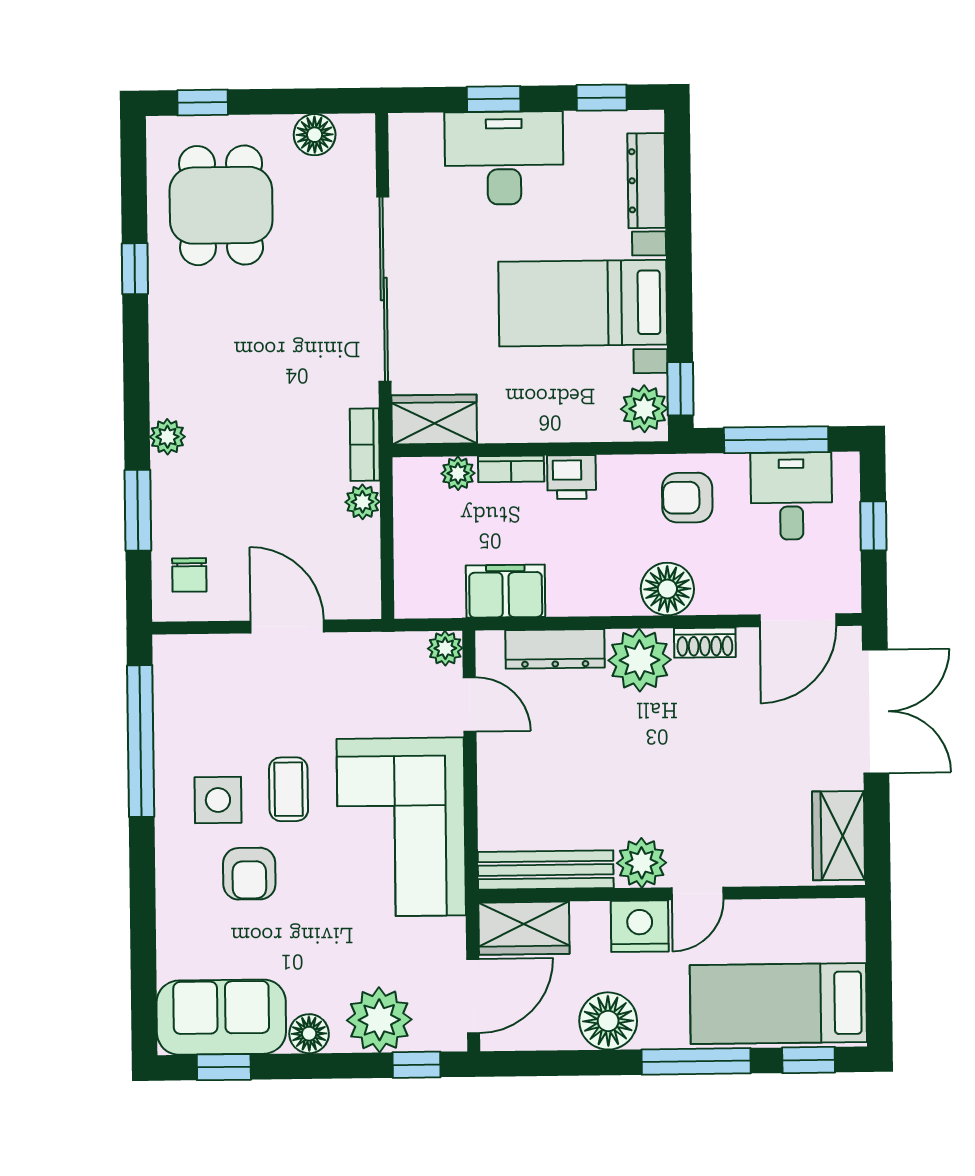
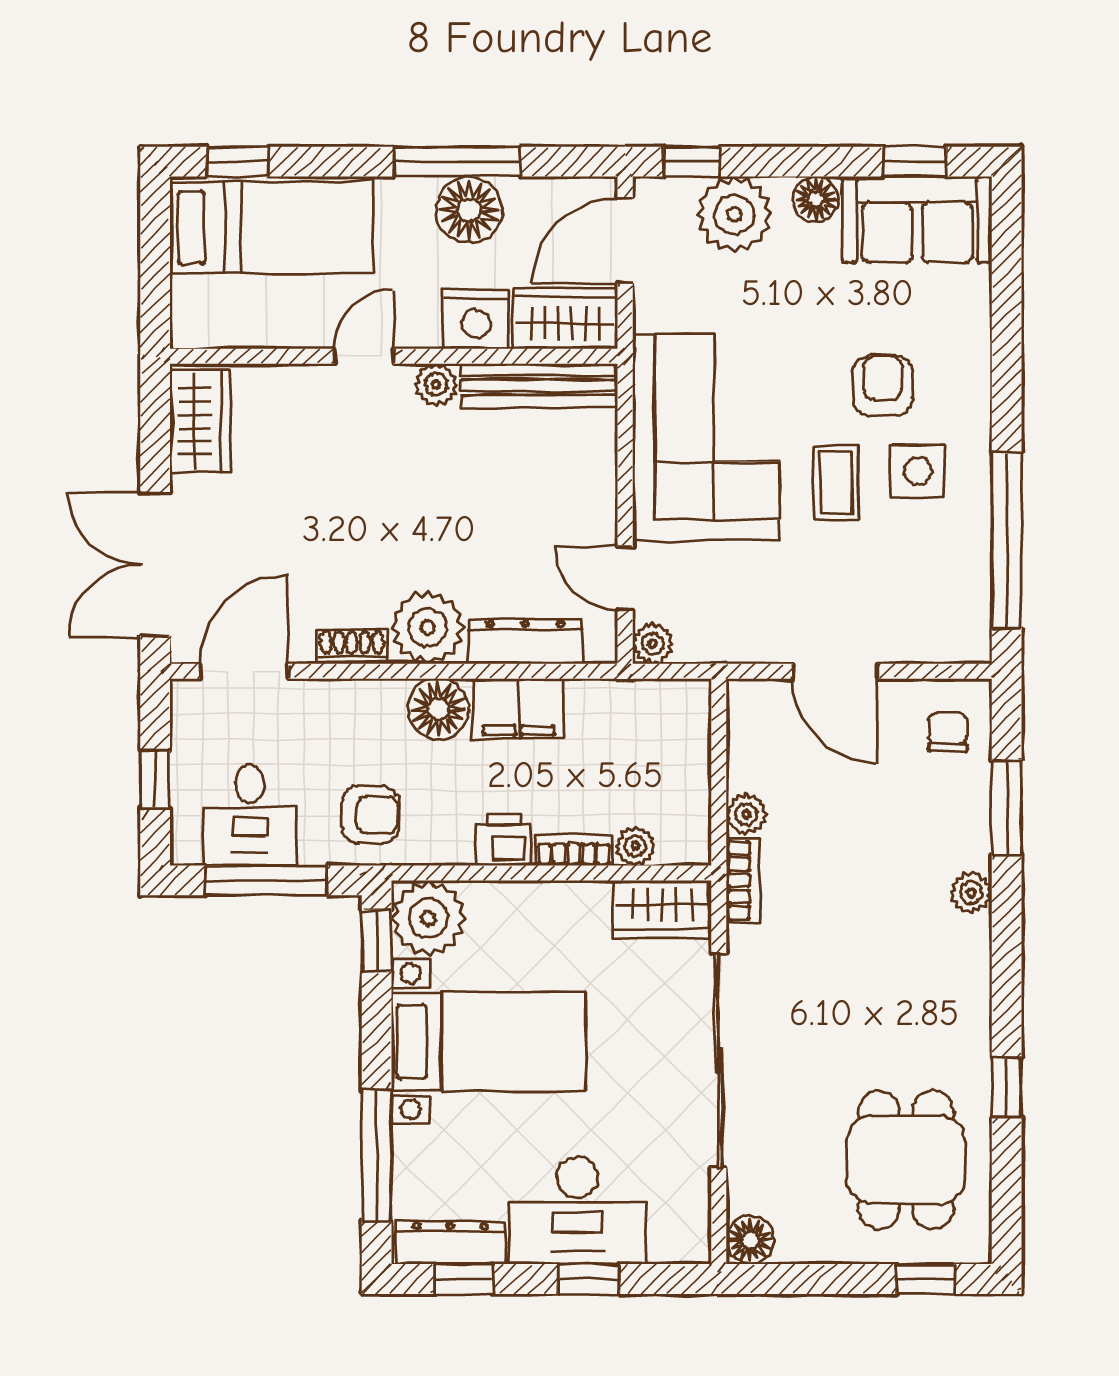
floor lamp: (315, 135) -> (750, 1240), moved
dresser: (647, 181) -> (450, 1243), moved, turned -90
window: (678, 203) -> (377, 1156), added
plant: (644, 409) -> (429, 918), width x1.36, depth x1.36
floor lamp: (667, 589) -> (438, 709), moved
filing cabinet: (506, 591) -> (518, 709), moved
plant: (642, 863) -> (436, 385), width x0.73, depth x0.73
nightstand: (640, 926) -> (476, 319), moved
window: (696, 1061) -> (457, 162), moved

